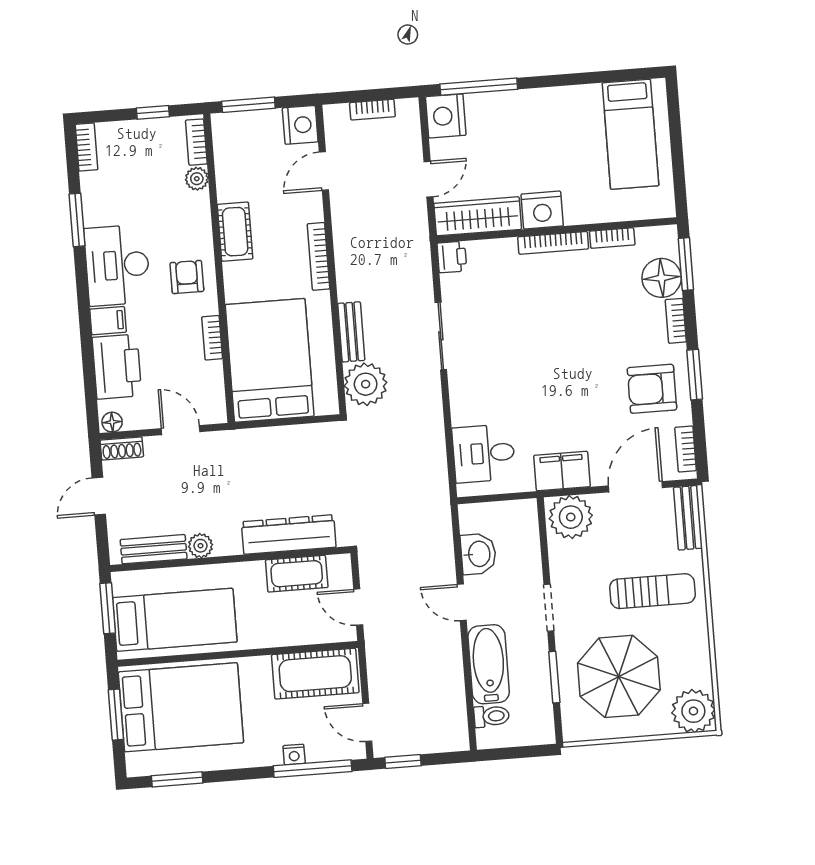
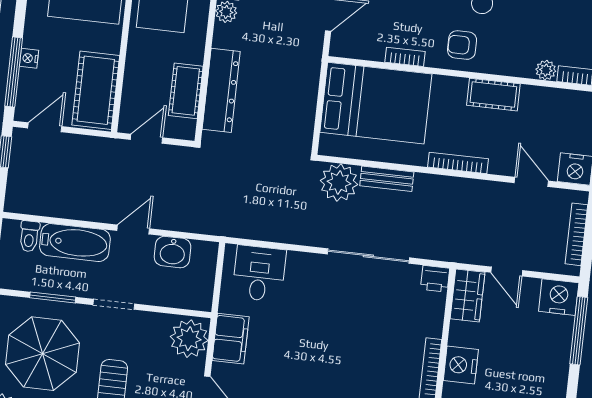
bookcase: (372, 110) -> (576, 234), width x1.56
wardrobe: (478, 216) -> (468, 295), width x0.67
armchair: (187, 277) -> (462, 45), turned 180
sliding door: (441, 336) -> (368, 256), width x1.37

